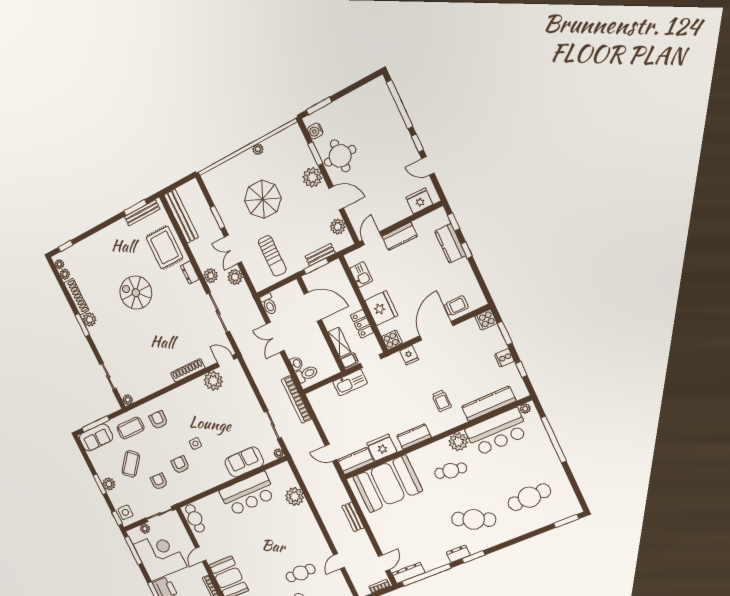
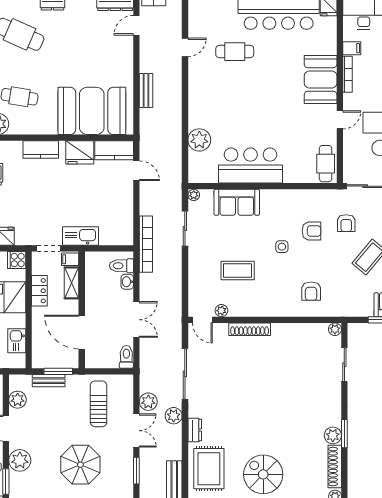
spiral stairs: (136, 293) -> (263, 474), moved, turned 180
plant: (213, 381) -> (221, 311), width x0.53, depth x0.53
coffee table: (131, 428) -> (238, 270), moved
armchair: (180, 465) -> (311, 231), turned -90

